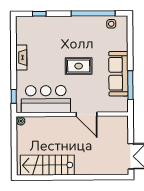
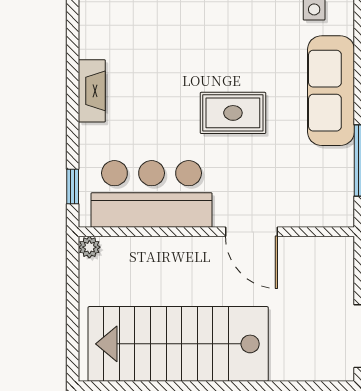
sofa: (118, 74) -> (331, 91), moved
stairs: (47, 165) -> (178, 344), width x1.36, depth x1.51

